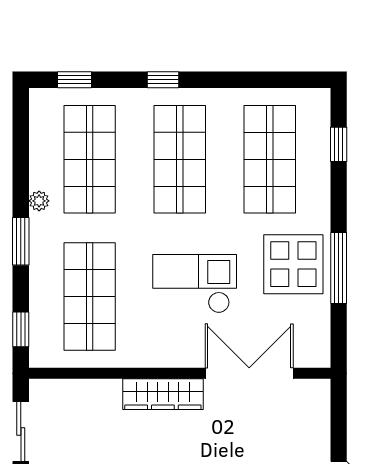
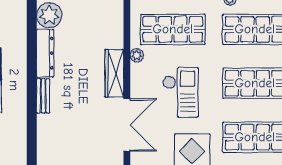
plant: (133, 357) -> (137, 55), added

